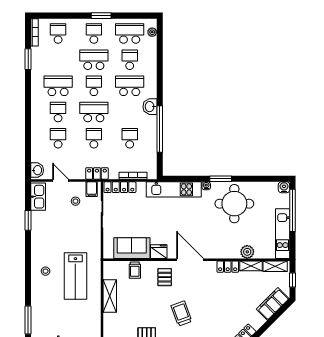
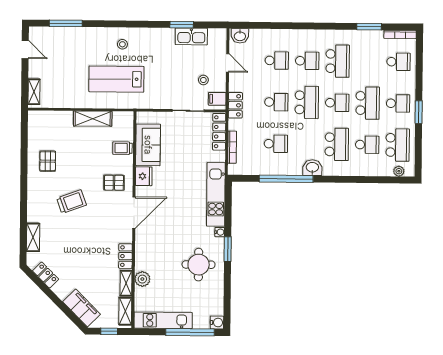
door: (61, 180) -> (228, 63), hinge flipped
kitchen sink: (38, 197) -> (191, 36), moved
round table: (234, 204) -> (199, 265), width x0.73, depth x0.73

